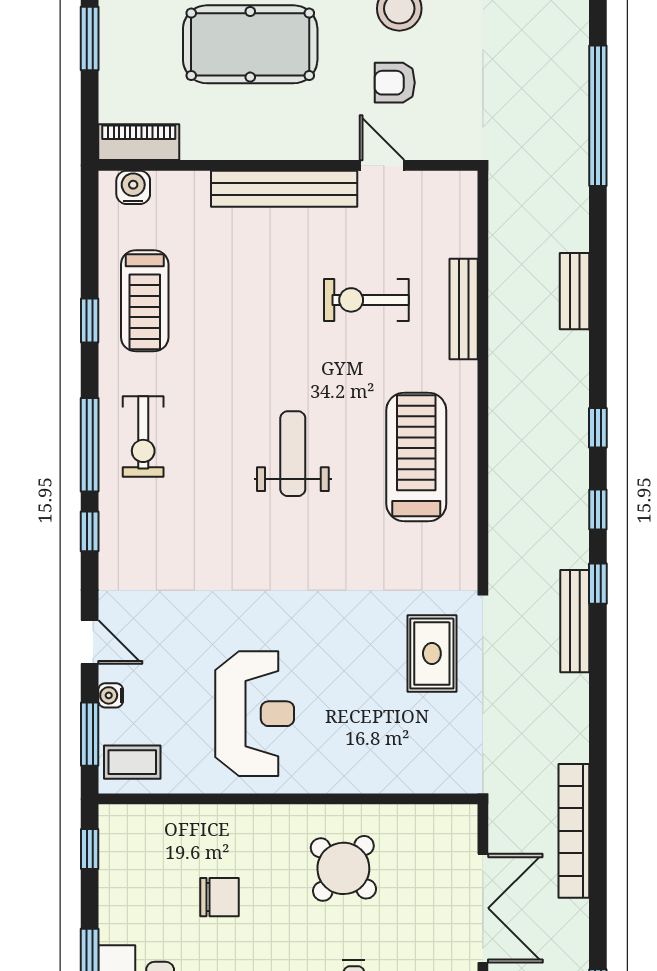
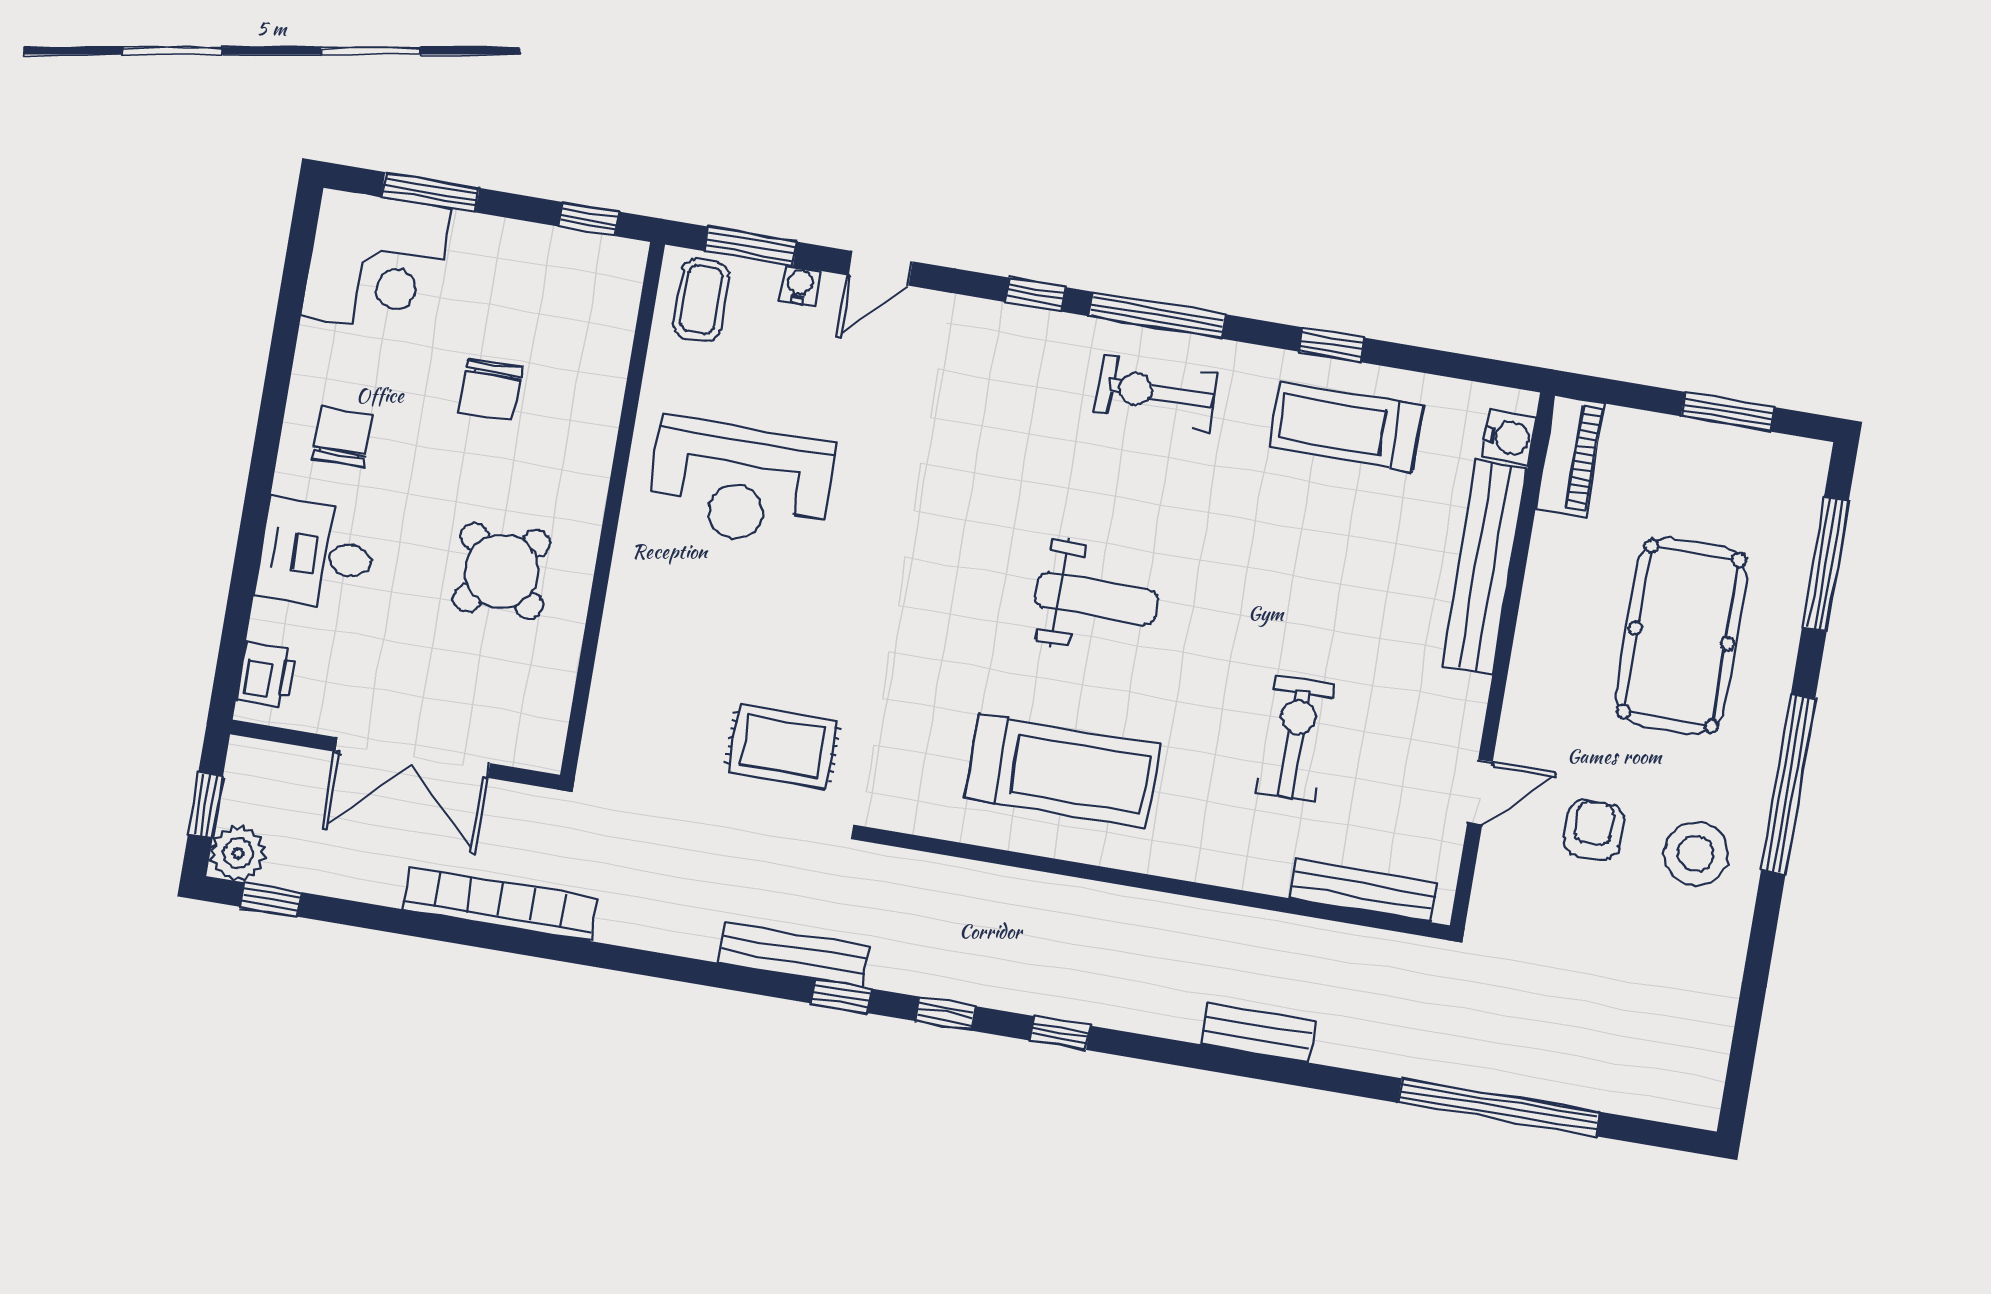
bench: (284, 189) -> (1484, 567), moved
bench: (464, 309) -> (1363, 890), moved

